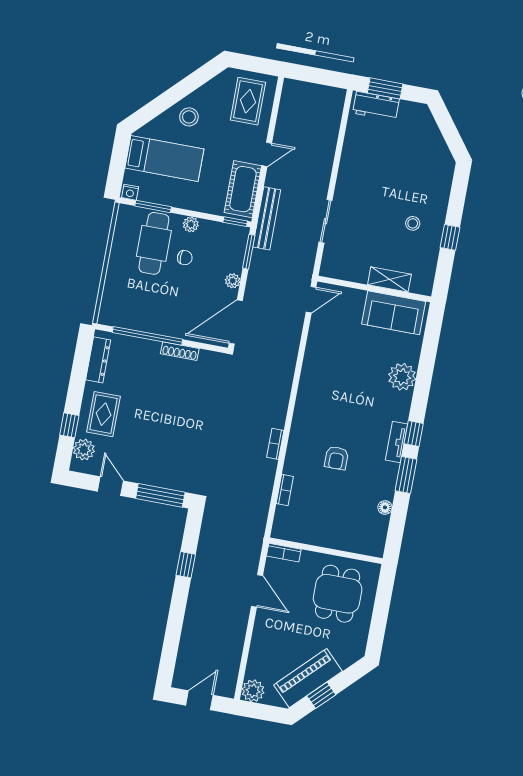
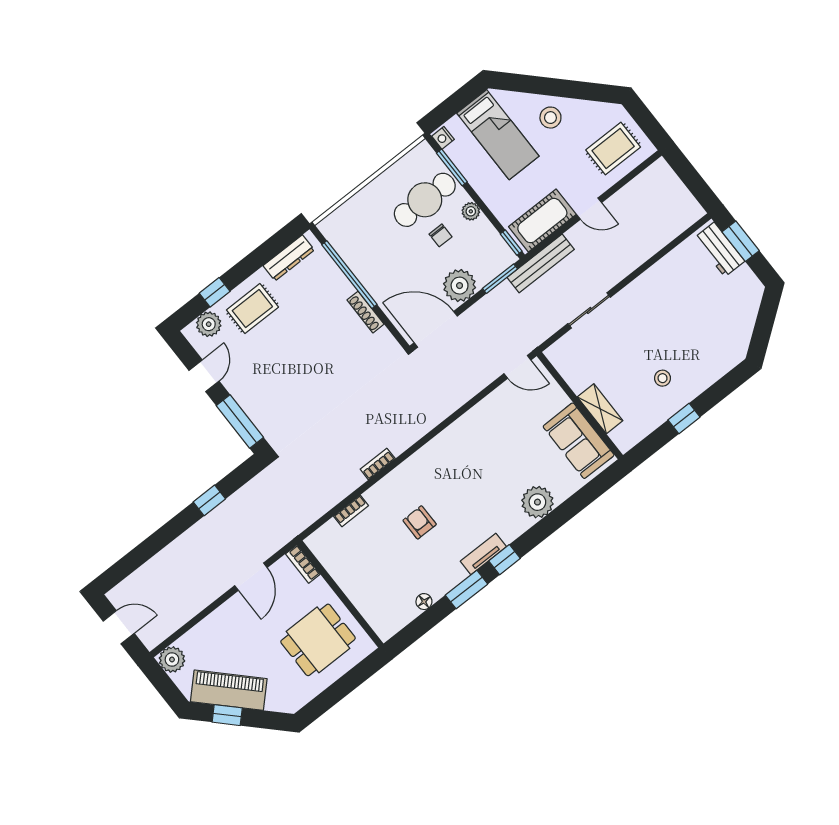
plant: (233, 281) -> (460, 286), width x1.87, depth x1.87
armchair: (336, 458) -> (420, 522), turned 90

